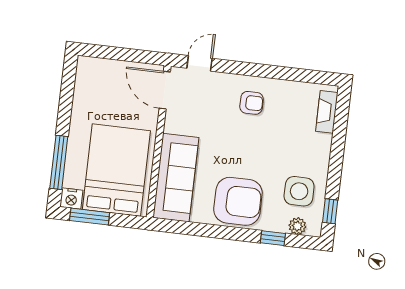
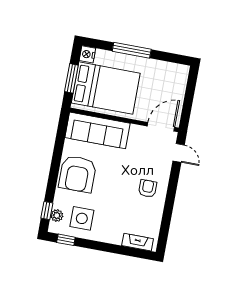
armchair: (252, 103) -> (148, 188), turned 180
window: (59, 162) -> (132, 50), moved
window: (90, 217) -> (71, 78), moved
window: (273, 238) -> (47, 211), moved

